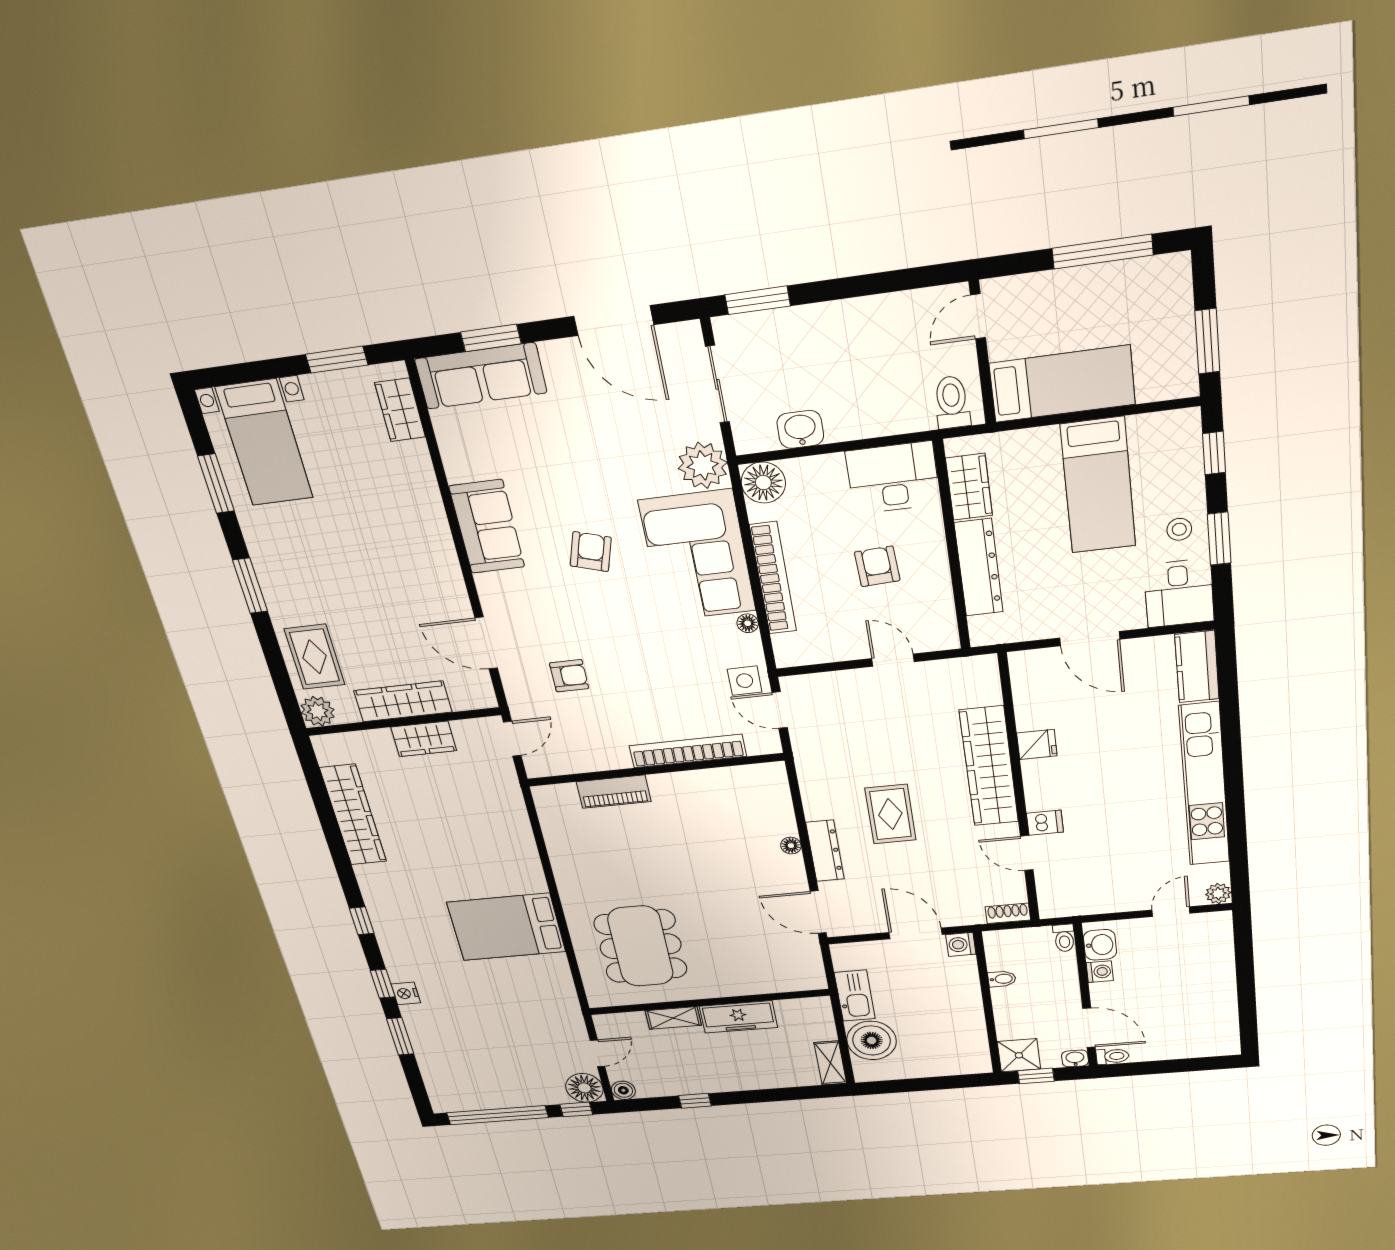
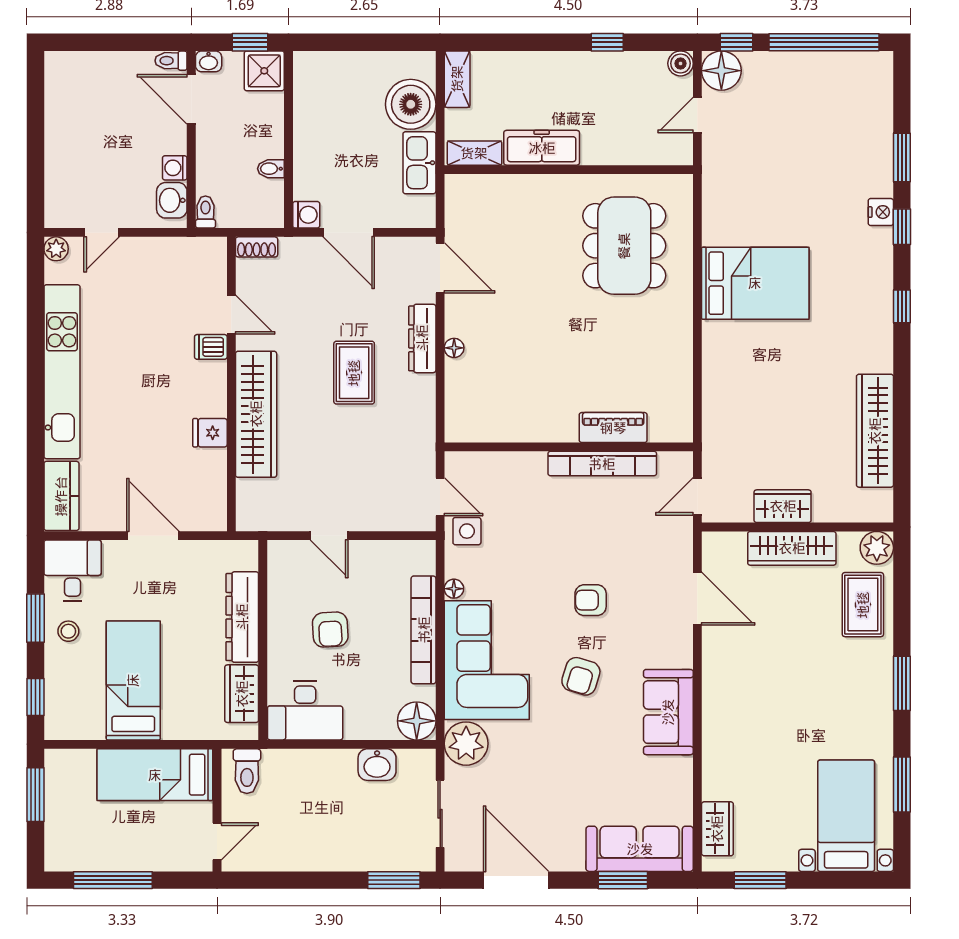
armchair: (569, 676) -> (591, 600), moved
bookcase: (688, 751) -> (602, 464), moved
shelving: (673, 1018) -> (474, 153), moved

